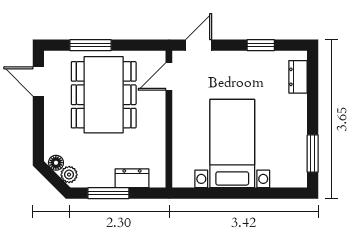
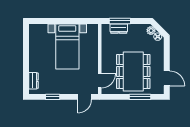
window: (313, 154) -> (26, 41), removed
window: (108, 193) -> (120, 21), moved

